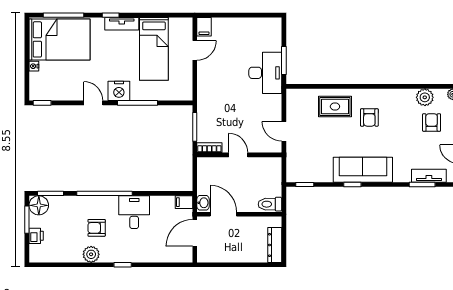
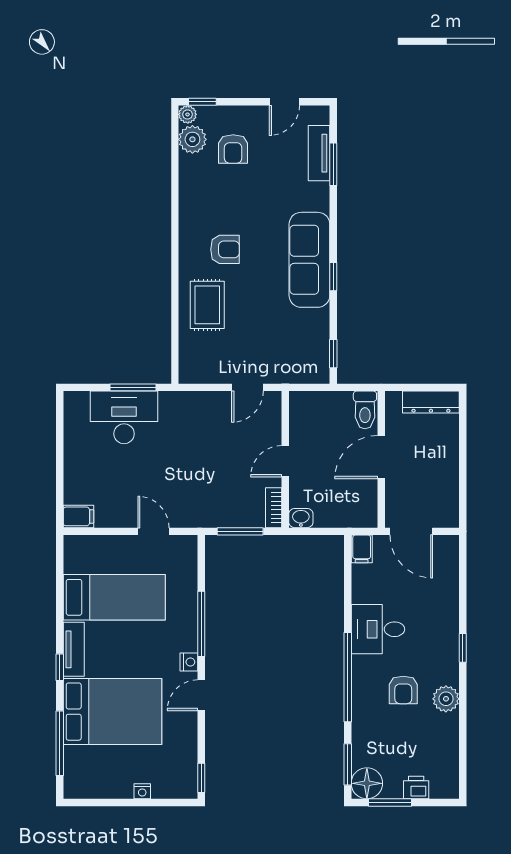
bed: (60, 39) -> (112, 712), moved, turned 90
door: (195, 50) -> (153, 531), moved
desk: (265, 73) -> (124, 417), moved
nightstand: (119, 91) -> (189, 662), width x0.53, depth x0.56
plant: (425, 97) -> (192, 139), moved
armchair: (432, 122) -> (233, 149), turned -90
washbasin: (203, 203) -> (301, 518), moved
door: (223, 214) -> (381, 457), moved

